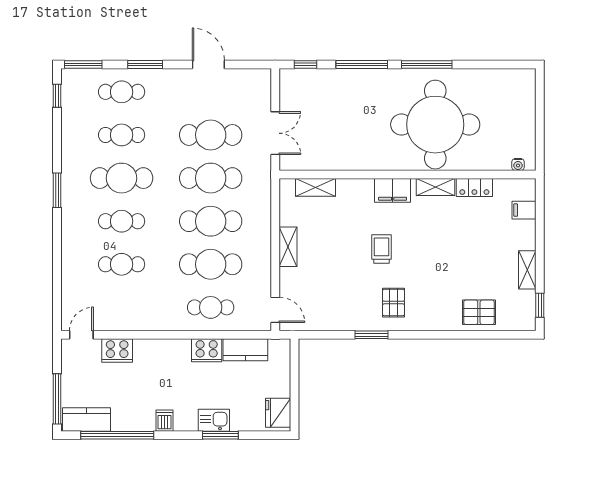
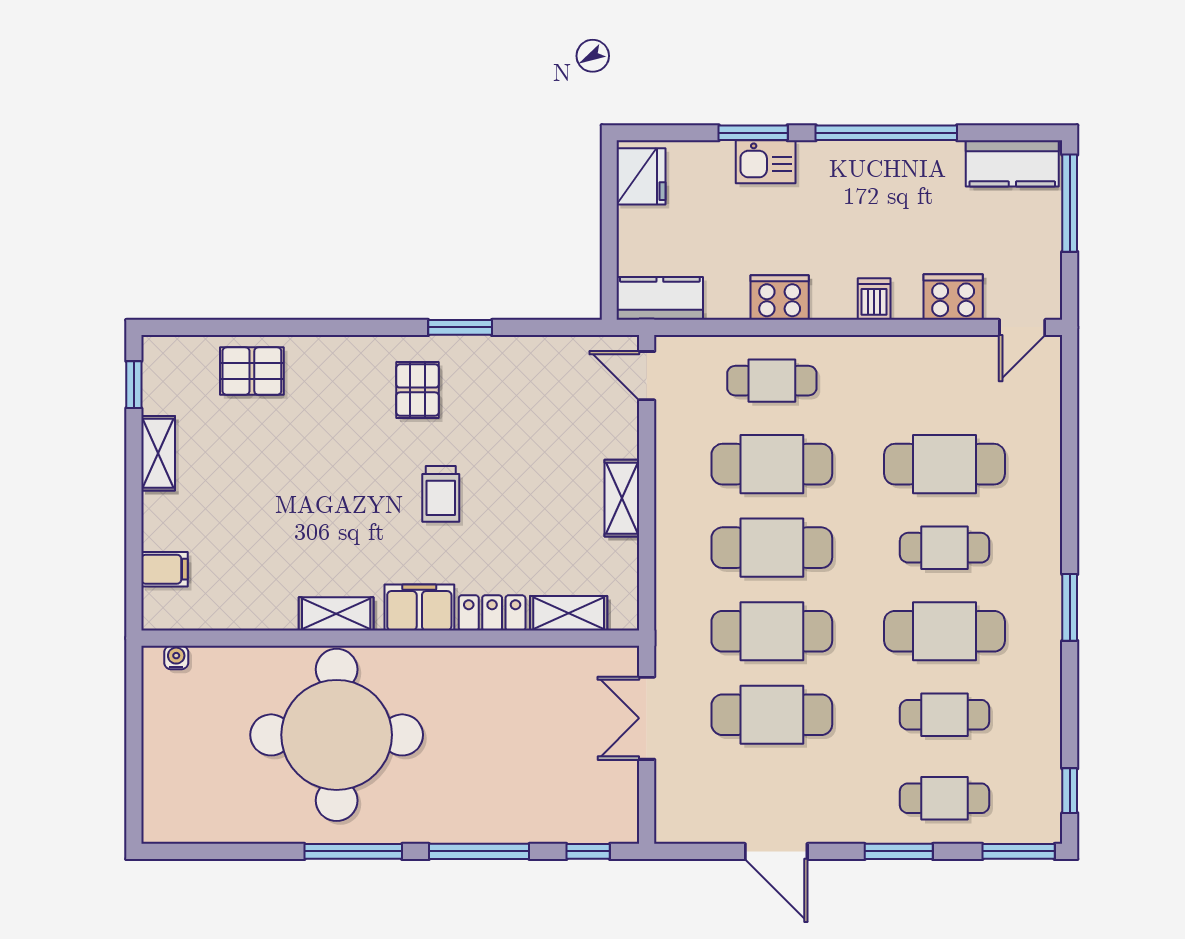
locker: (474, 188) -> (492, 613), moved
cafe table: (122, 264) -> (945, 464), width x1.37, depth x1.35
kitchen counter: (245, 350) -> (660, 298), moved
dishwasher: (165, 421) -> (874, 299), moved, turned 180
window: (117, 435) -> (886, 133), moved

